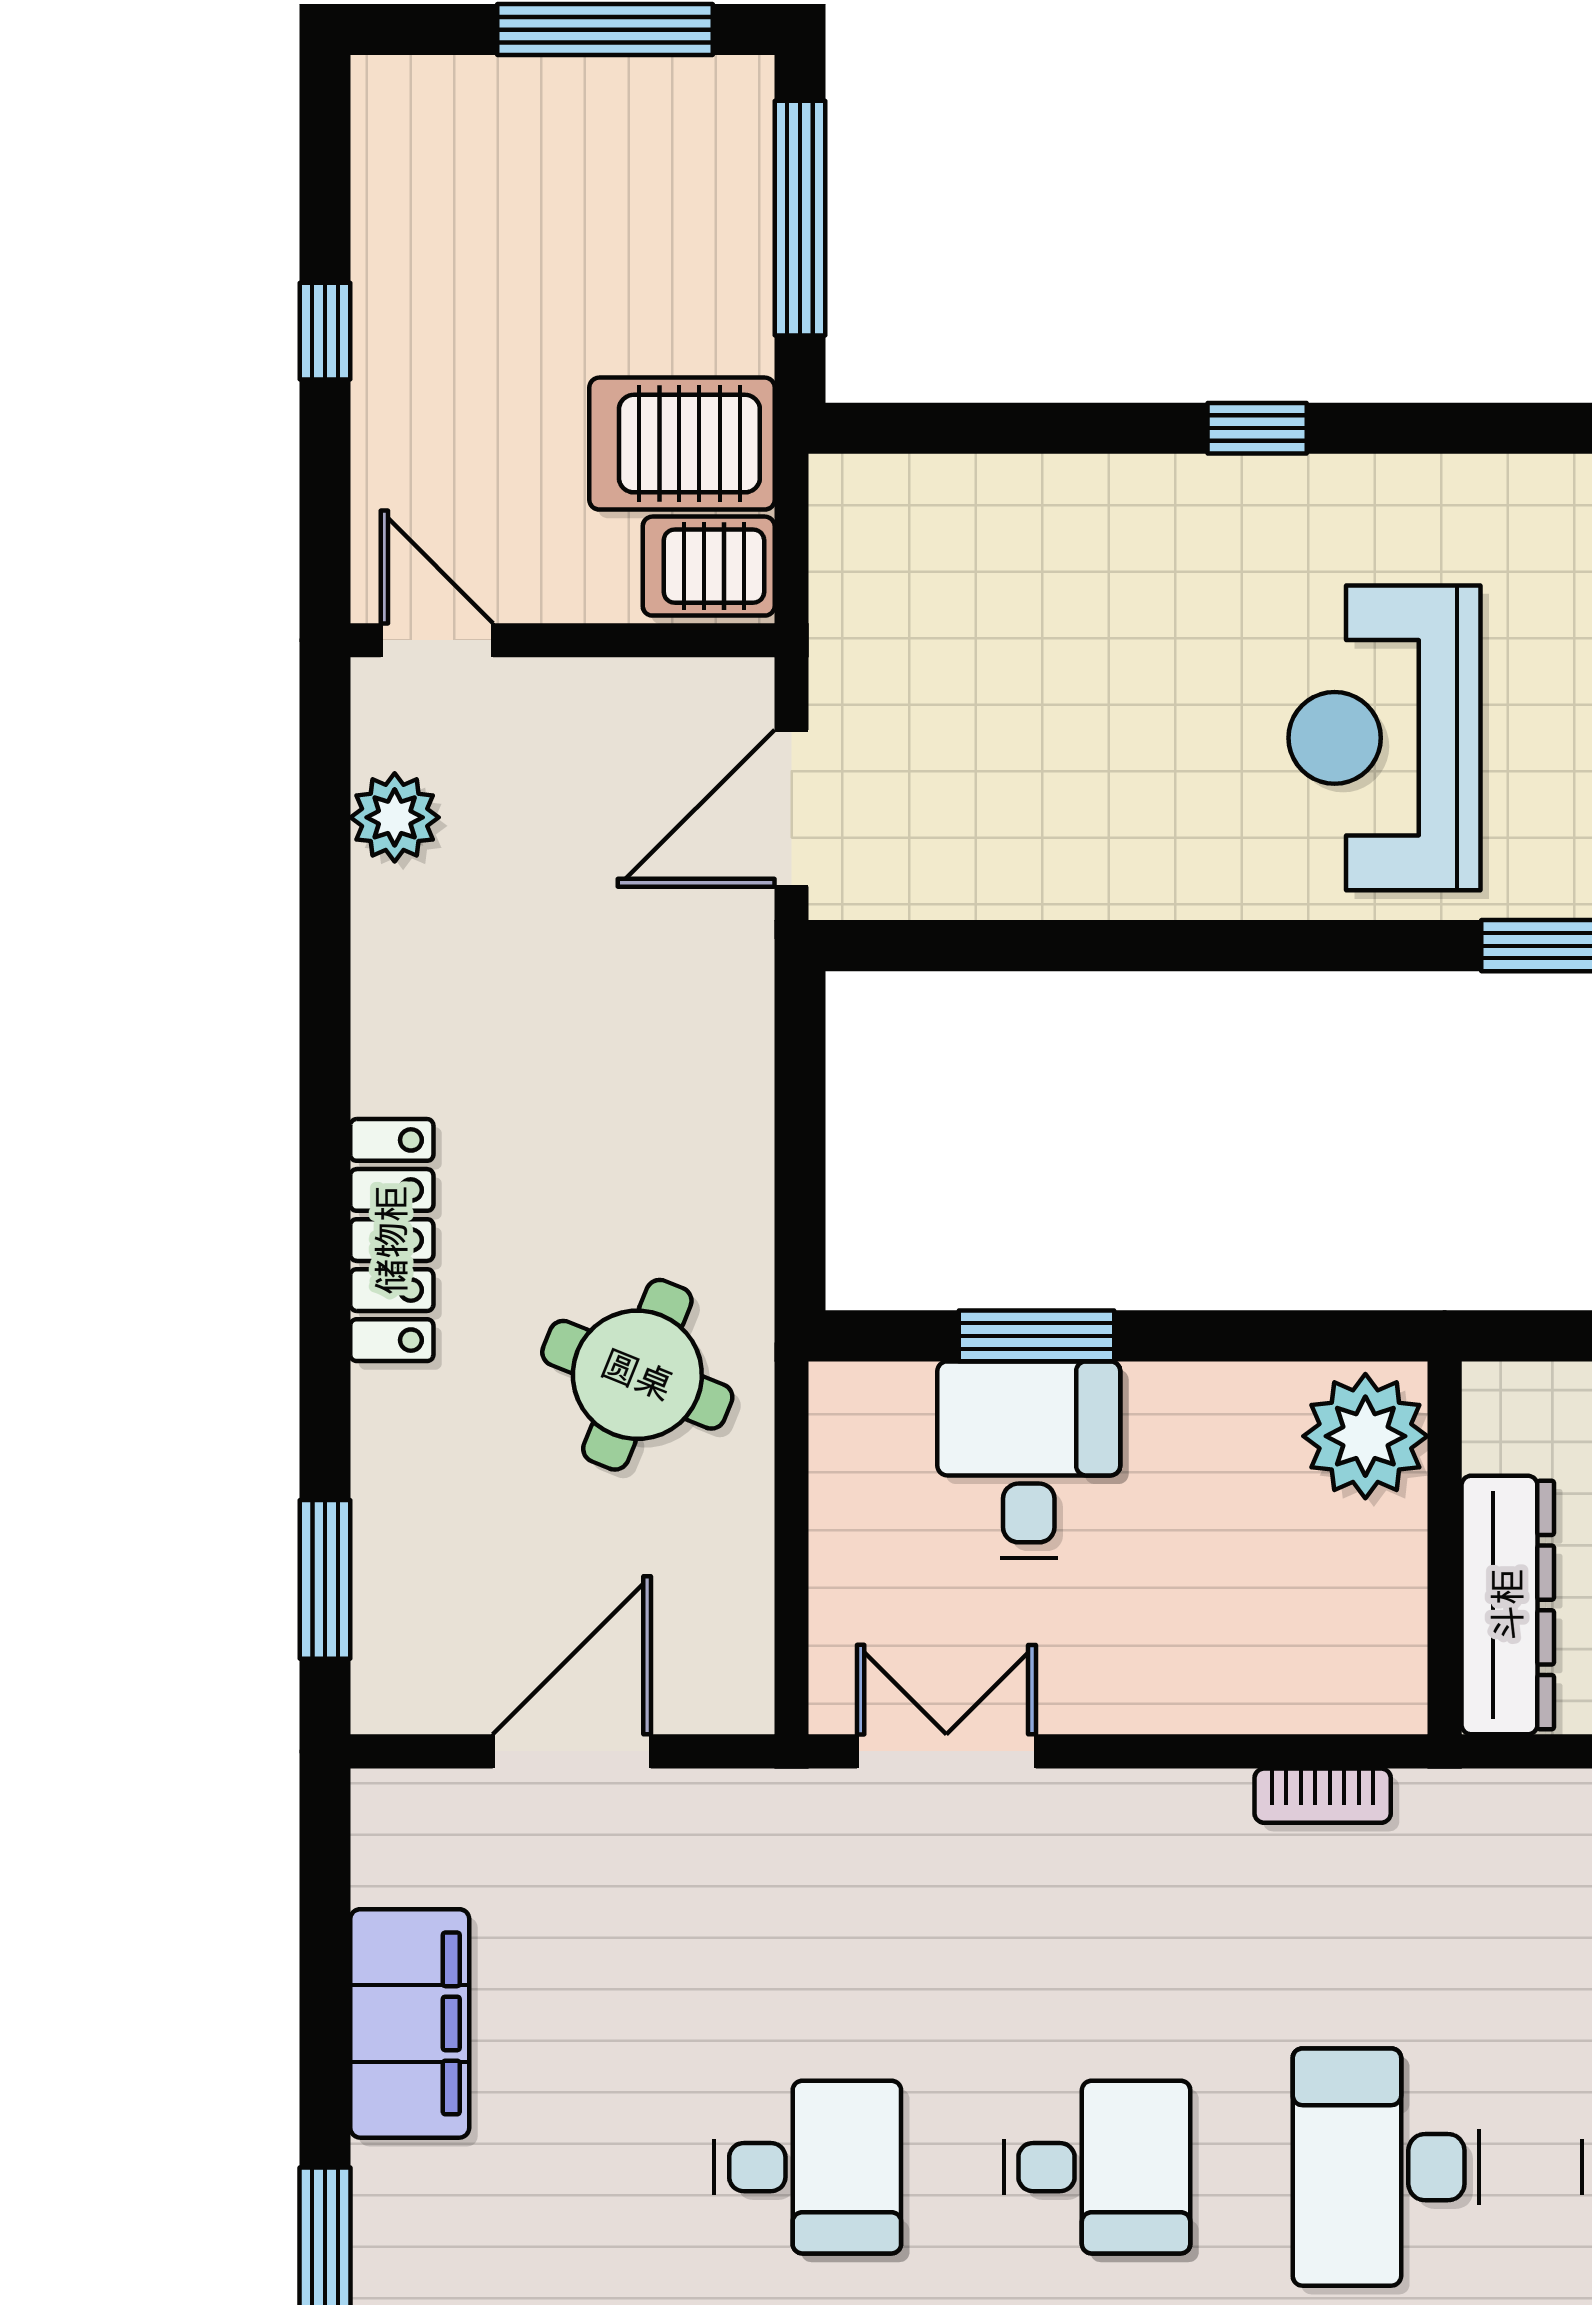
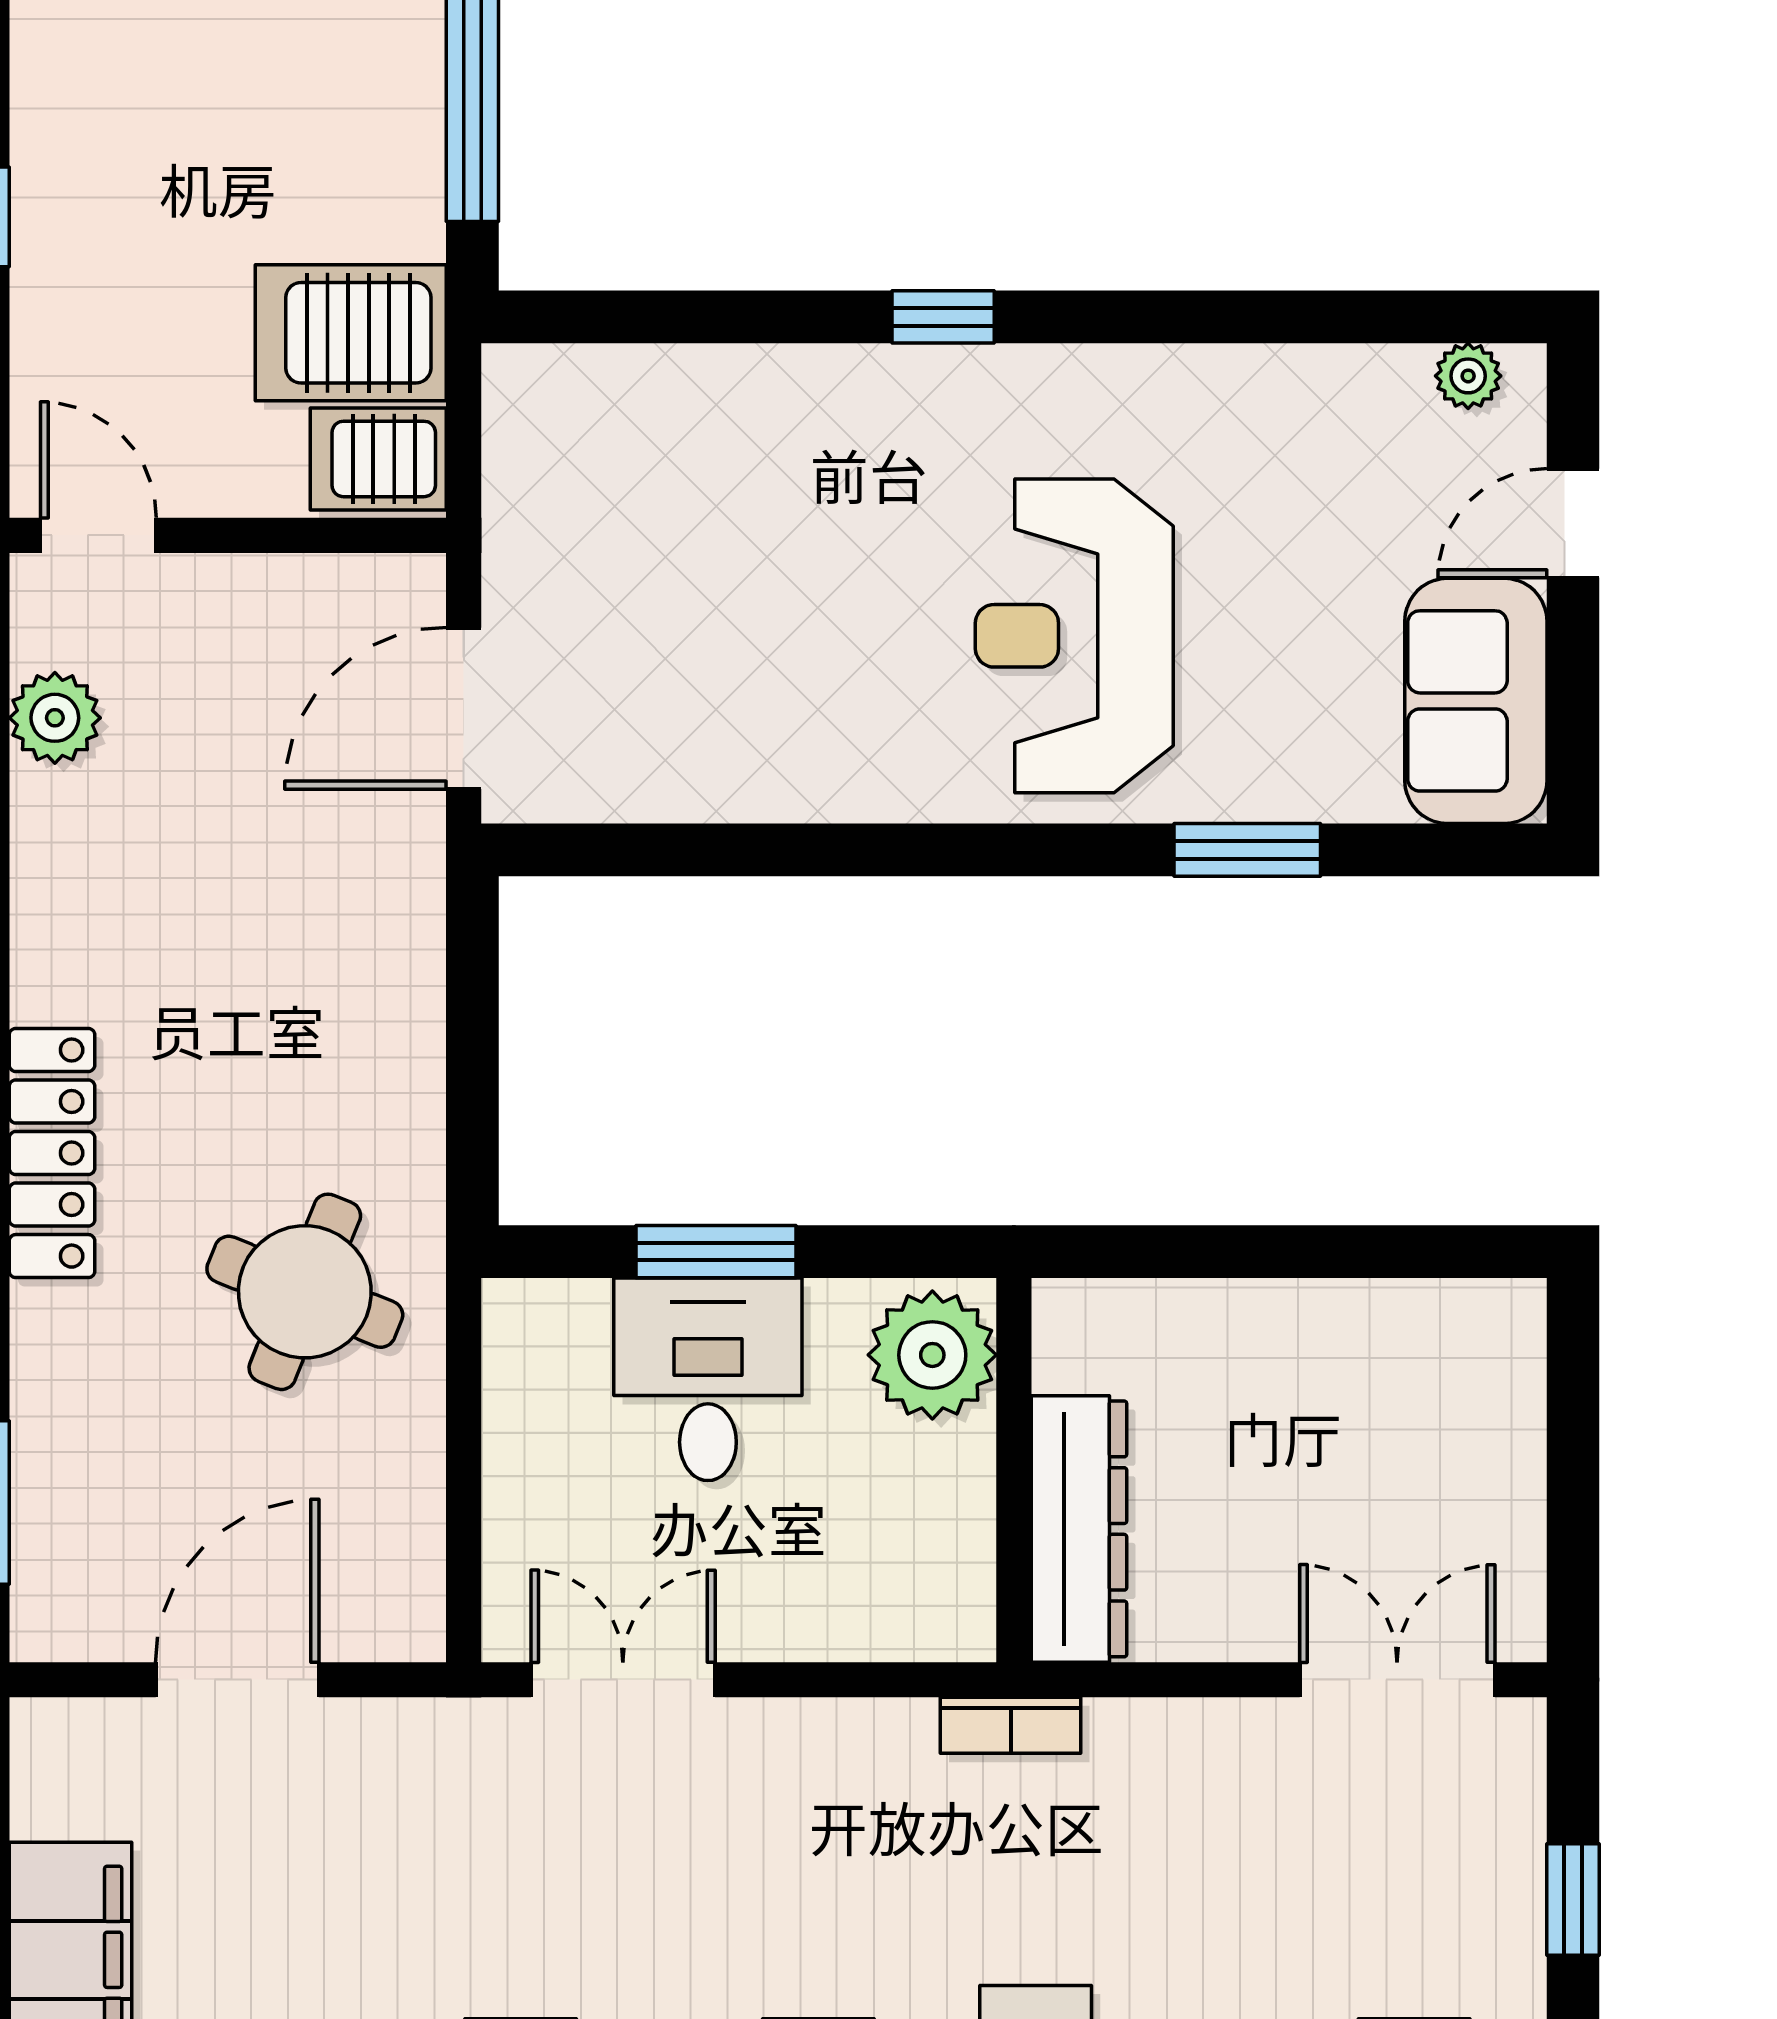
plant: (1365, 1436) -> (932, 1355), moved
wall: (1445, 1548) -> (1014, 1470), moved
dresser: (1508, 1605) -> (1079, 1529), moved

